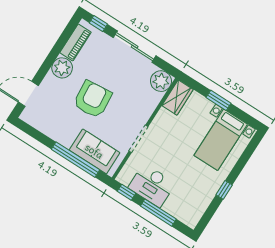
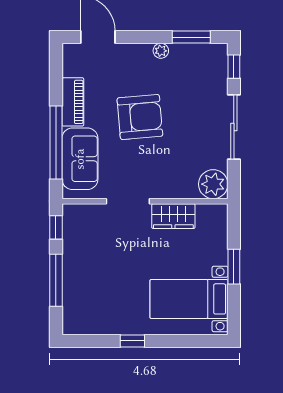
window: (64, 38) -> (191, 37), added
piano: (75, 42) -> (73, 102), moved, turned -90
plant: (62, 68) -> (161, 51), width x0.53, depth x0.53
wardrobe: (178, 98) -> (173, 216), moved
desk: (152, 185) -> (83, 252), removed

